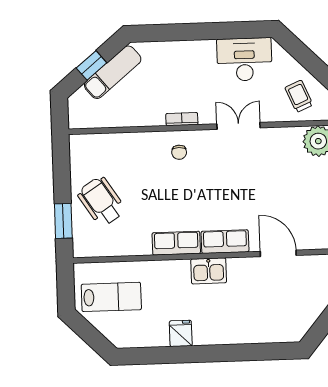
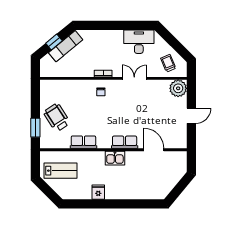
row of seats: (176, 243) -> (83, 142), moved

